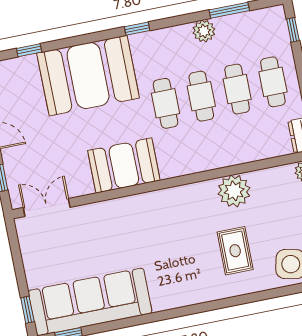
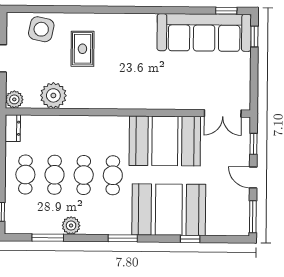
window: (137, 29) -> (123, 238), width x1.50
window: (29, 50) -> (190, 239), moved
booth: (124, 165) -> (165, 141), width x1.36, depth x1.42
plant: (234, 191) -> (53, 95), moved

